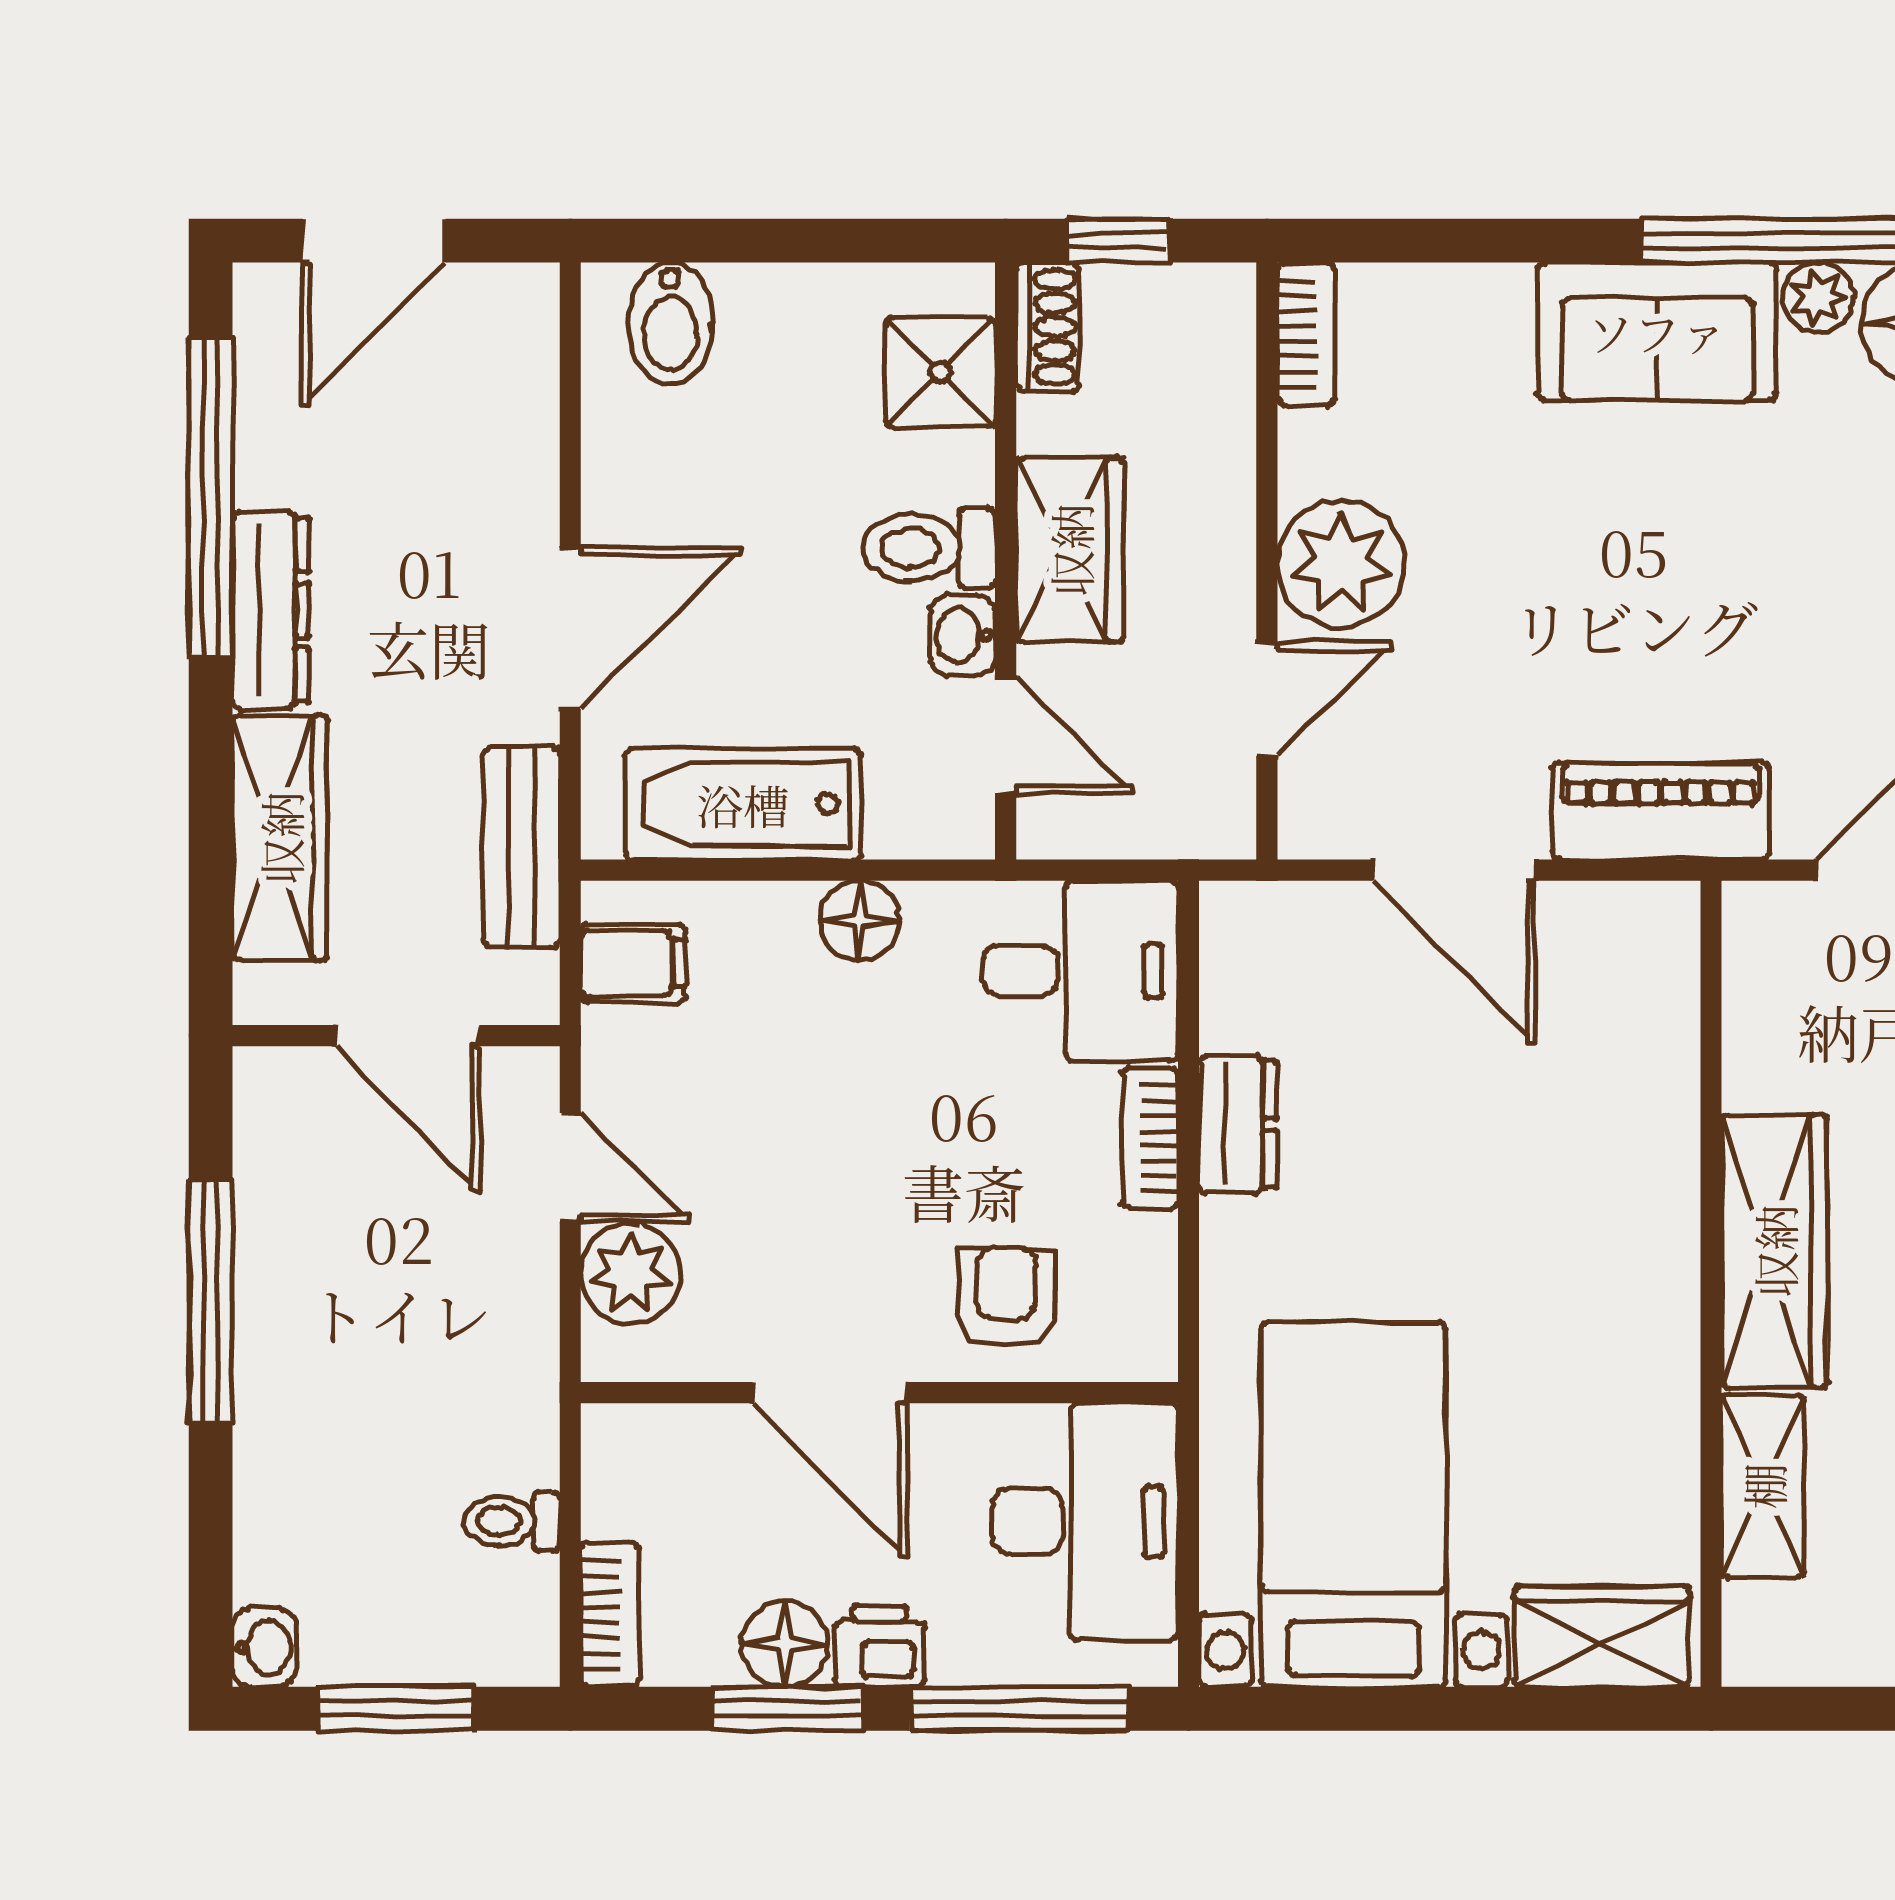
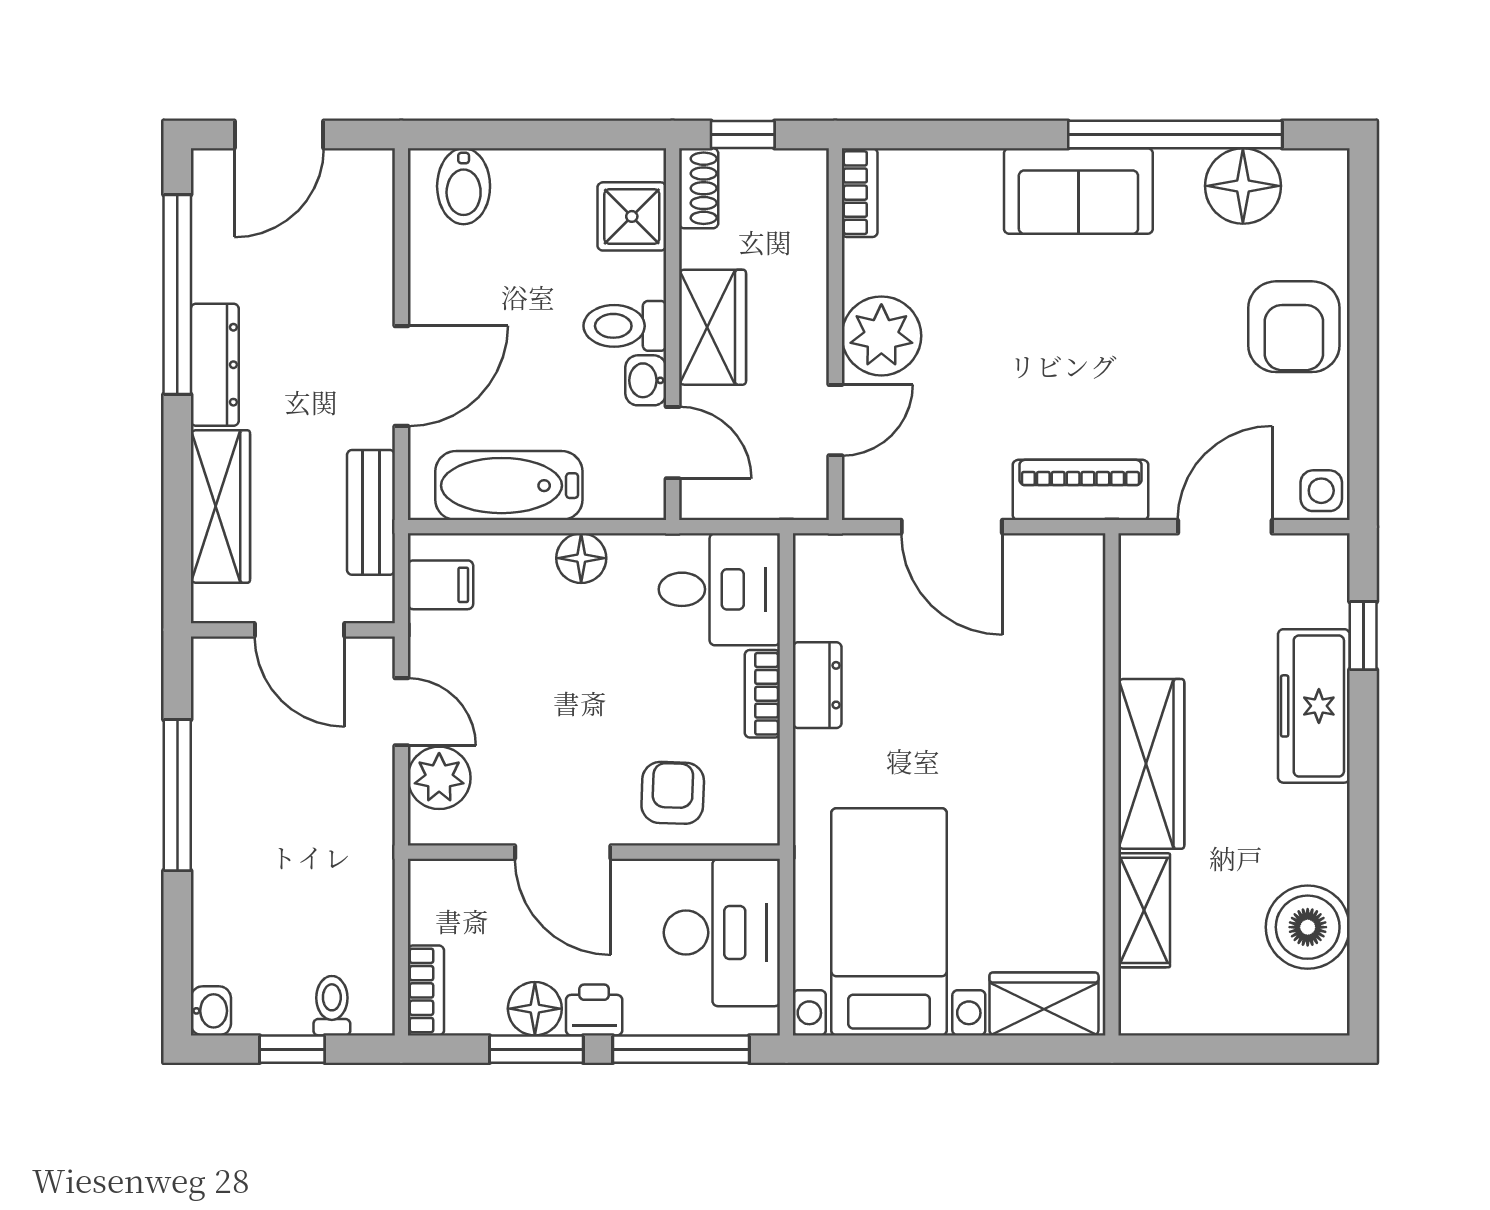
plant: (1819, 297) -> (1179, 170), removed
toilet: (512, 1521) -> (332, 1006), moved, turned 90
window: (395, 1709) -> (292, 1049), width x0.67

